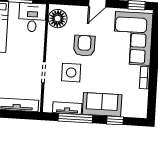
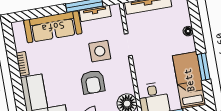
sofa: (102, 105) -> (53, 27), width x1.36
window: (115, 120) -> (43, 12), removed

